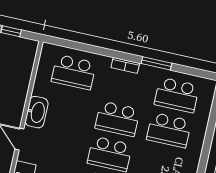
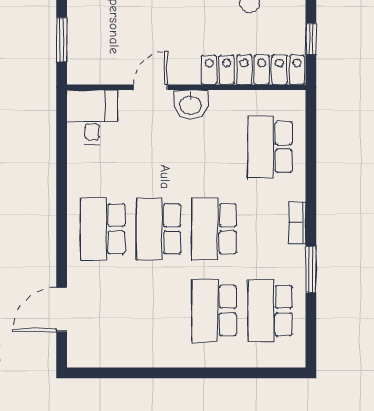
locker: (23, 72) -> (253, 70), added
washbasin: (37, 112) -> (191, 104), width x0.72

